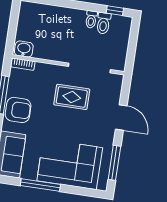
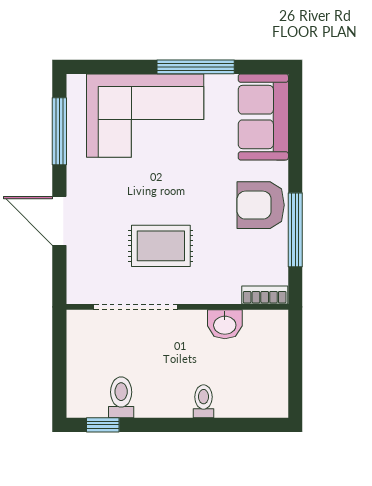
toilet: (91, 19) -> (204, 401), moved
washbasin: (24, 49) -> (225, 324), moved

